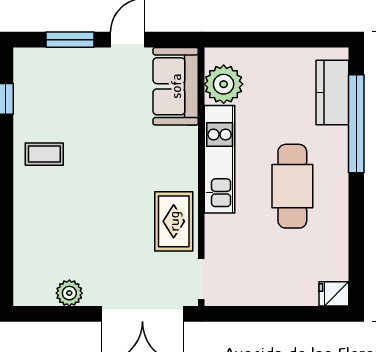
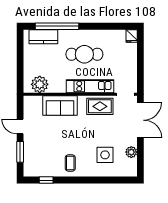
sofa: (176, 86) -> (60, 105), moved
kitchen unit: (220, 159) -> (90, 86), moved
side table: (63, 233) -> (105, 155), added

